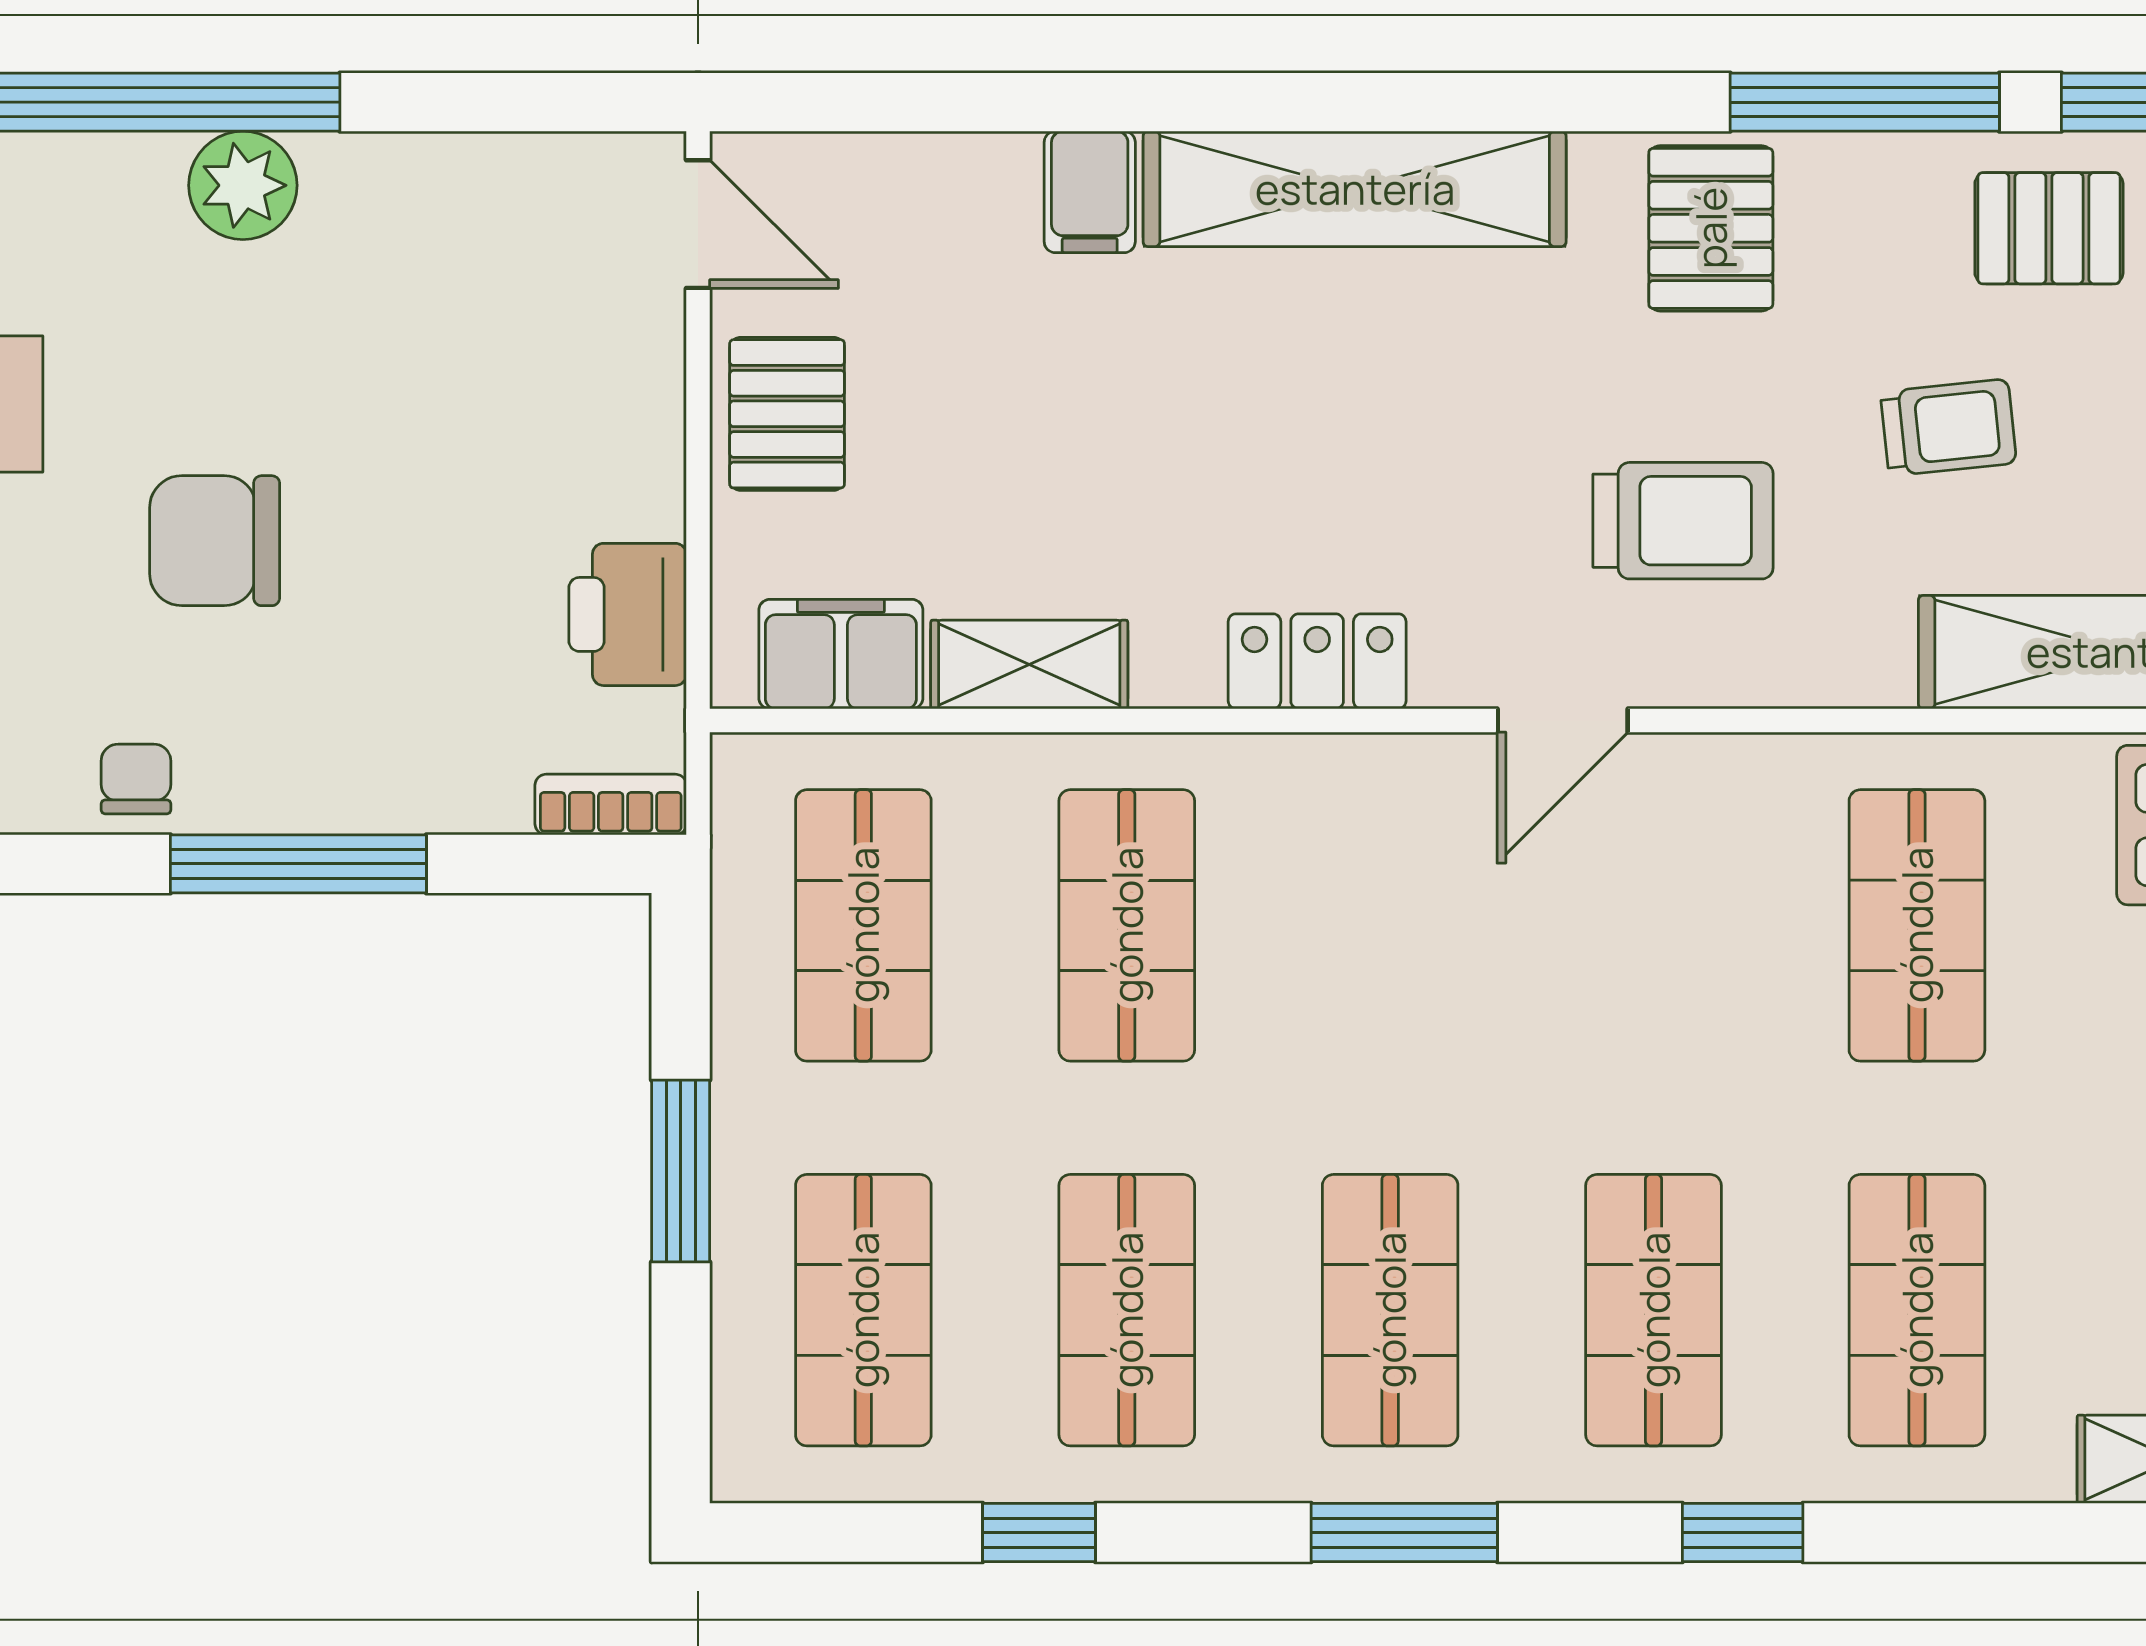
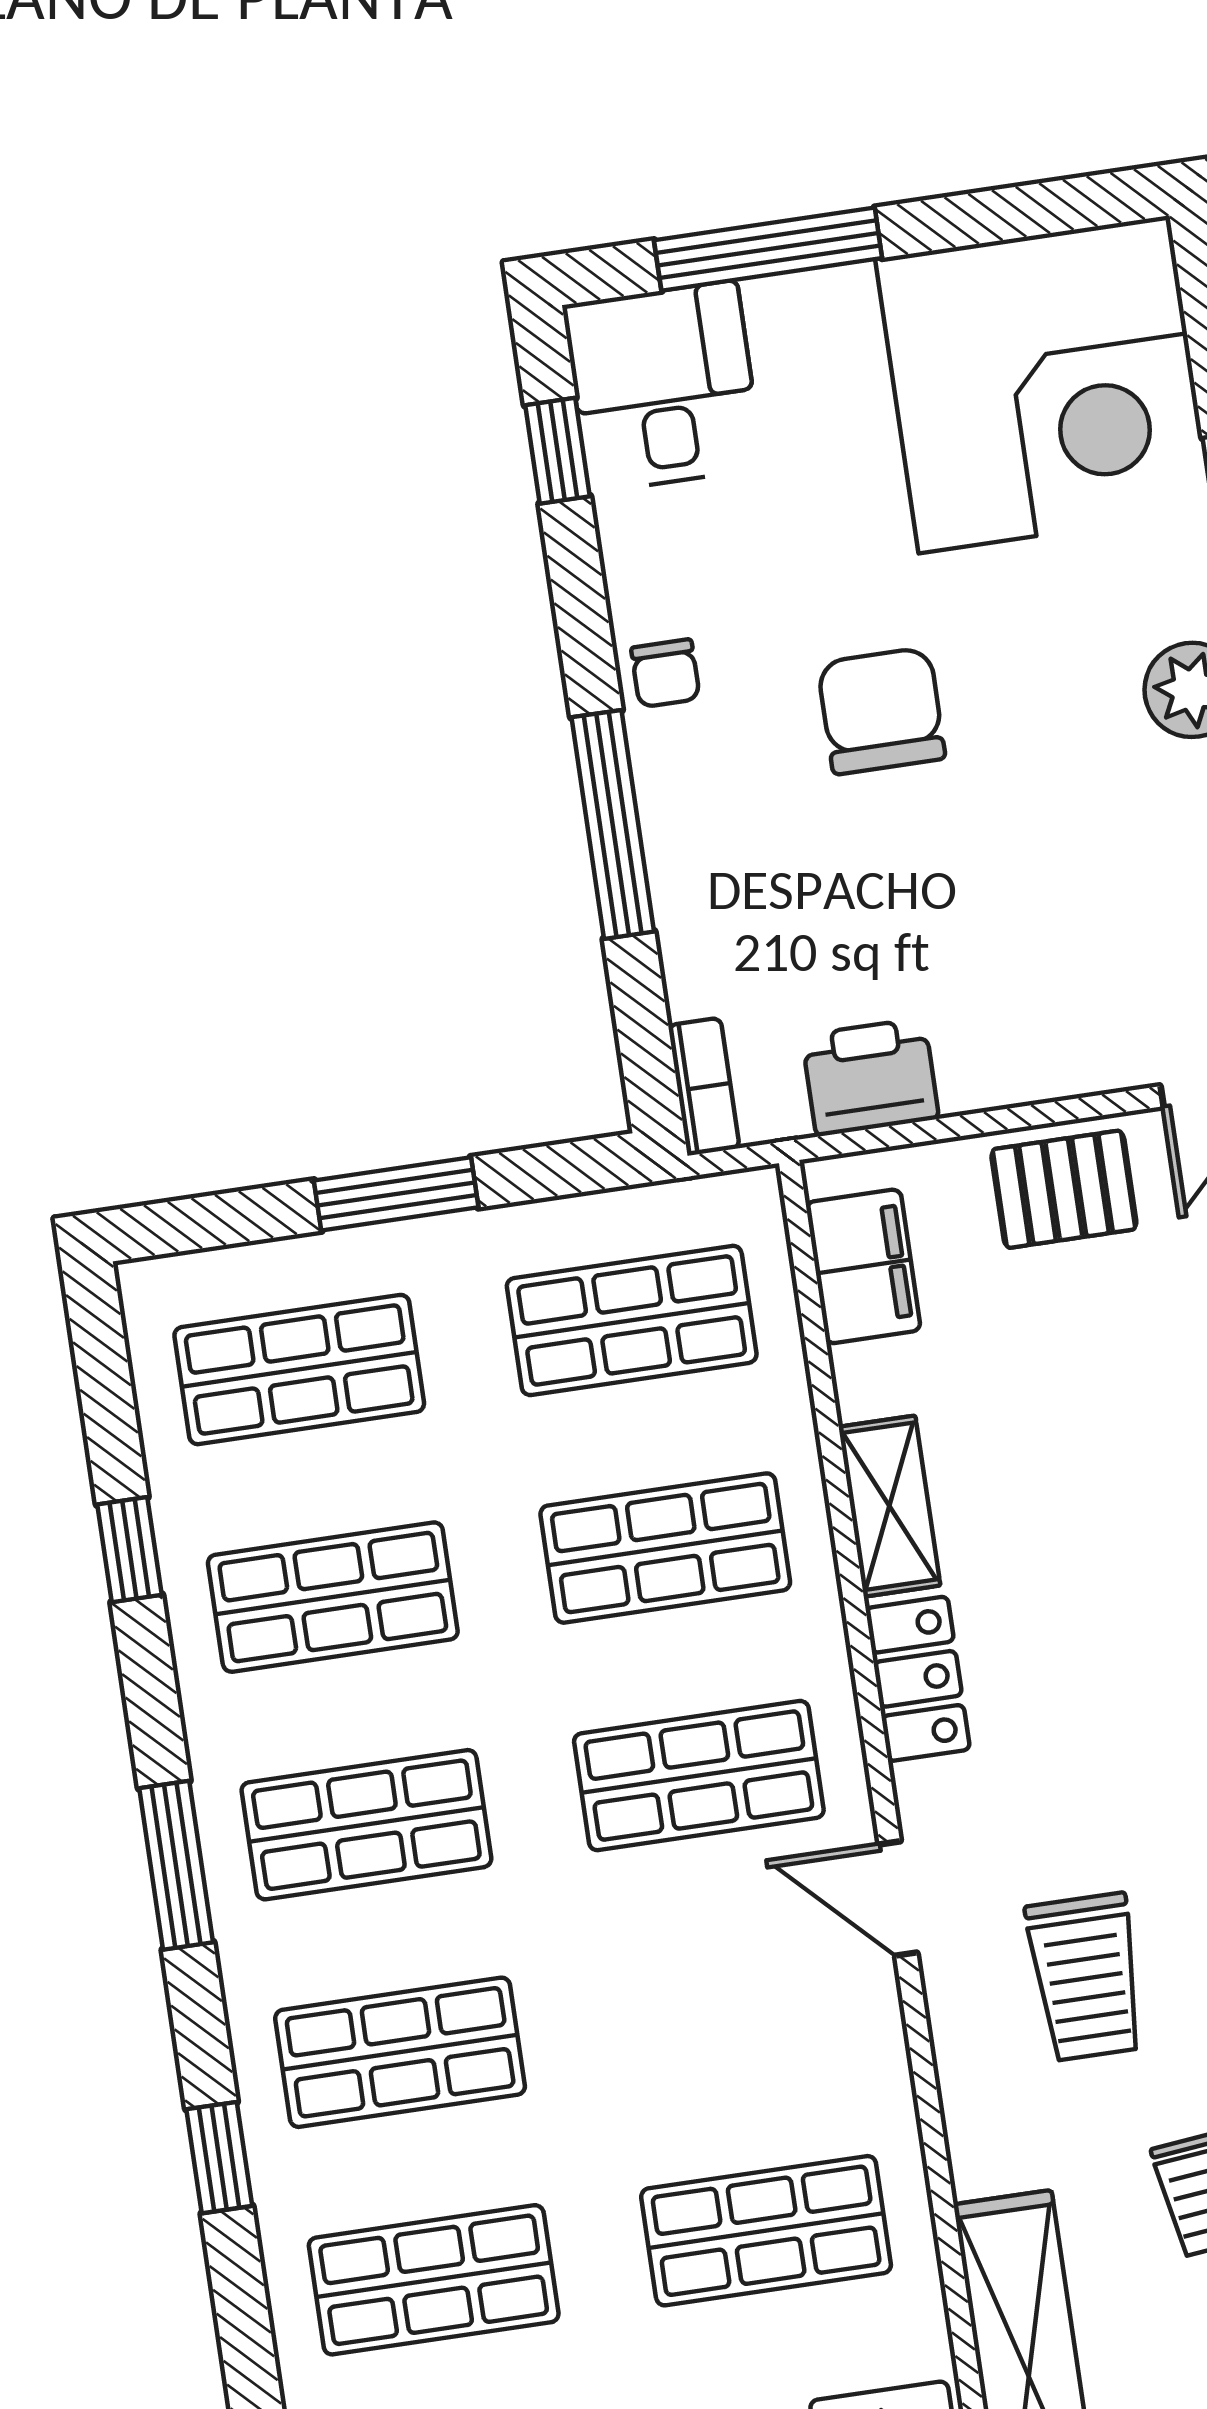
shelving: (1029, 664) -> (889, 1506), moved
chair: (136, 779) -> (665, 673), turned 90
shop shelf: (1390, 925) -> (699, 1776), added

